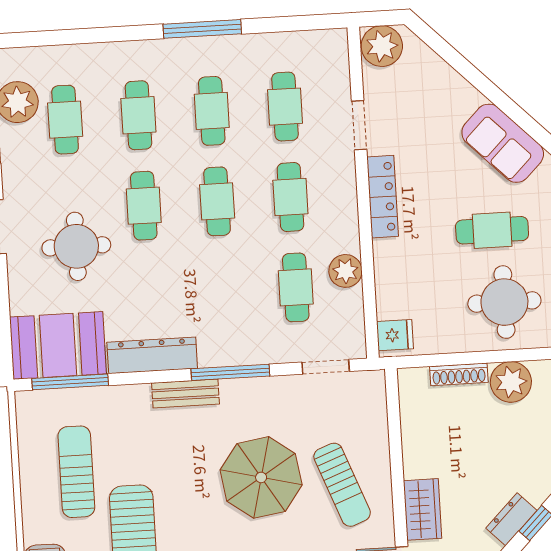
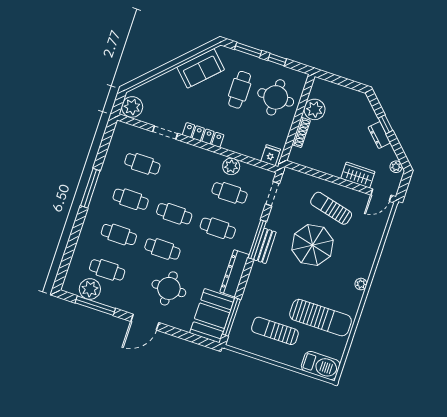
cafe table: (290, 197) -> (218, 228), moved
bench: (185, 393) -> (265, 246), moved
sun lounger: (342, 485) -> (331, 208), turned -145

